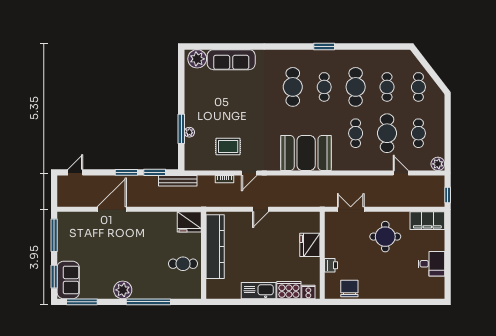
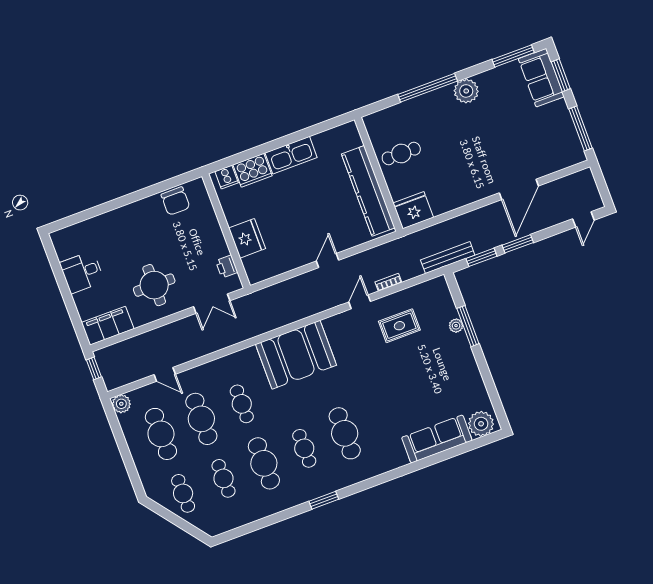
cafe table: (418, 133) -> (161, 434), width x1.37, depth x1.35
printer: (331, 265) -> (227, 267), moved

